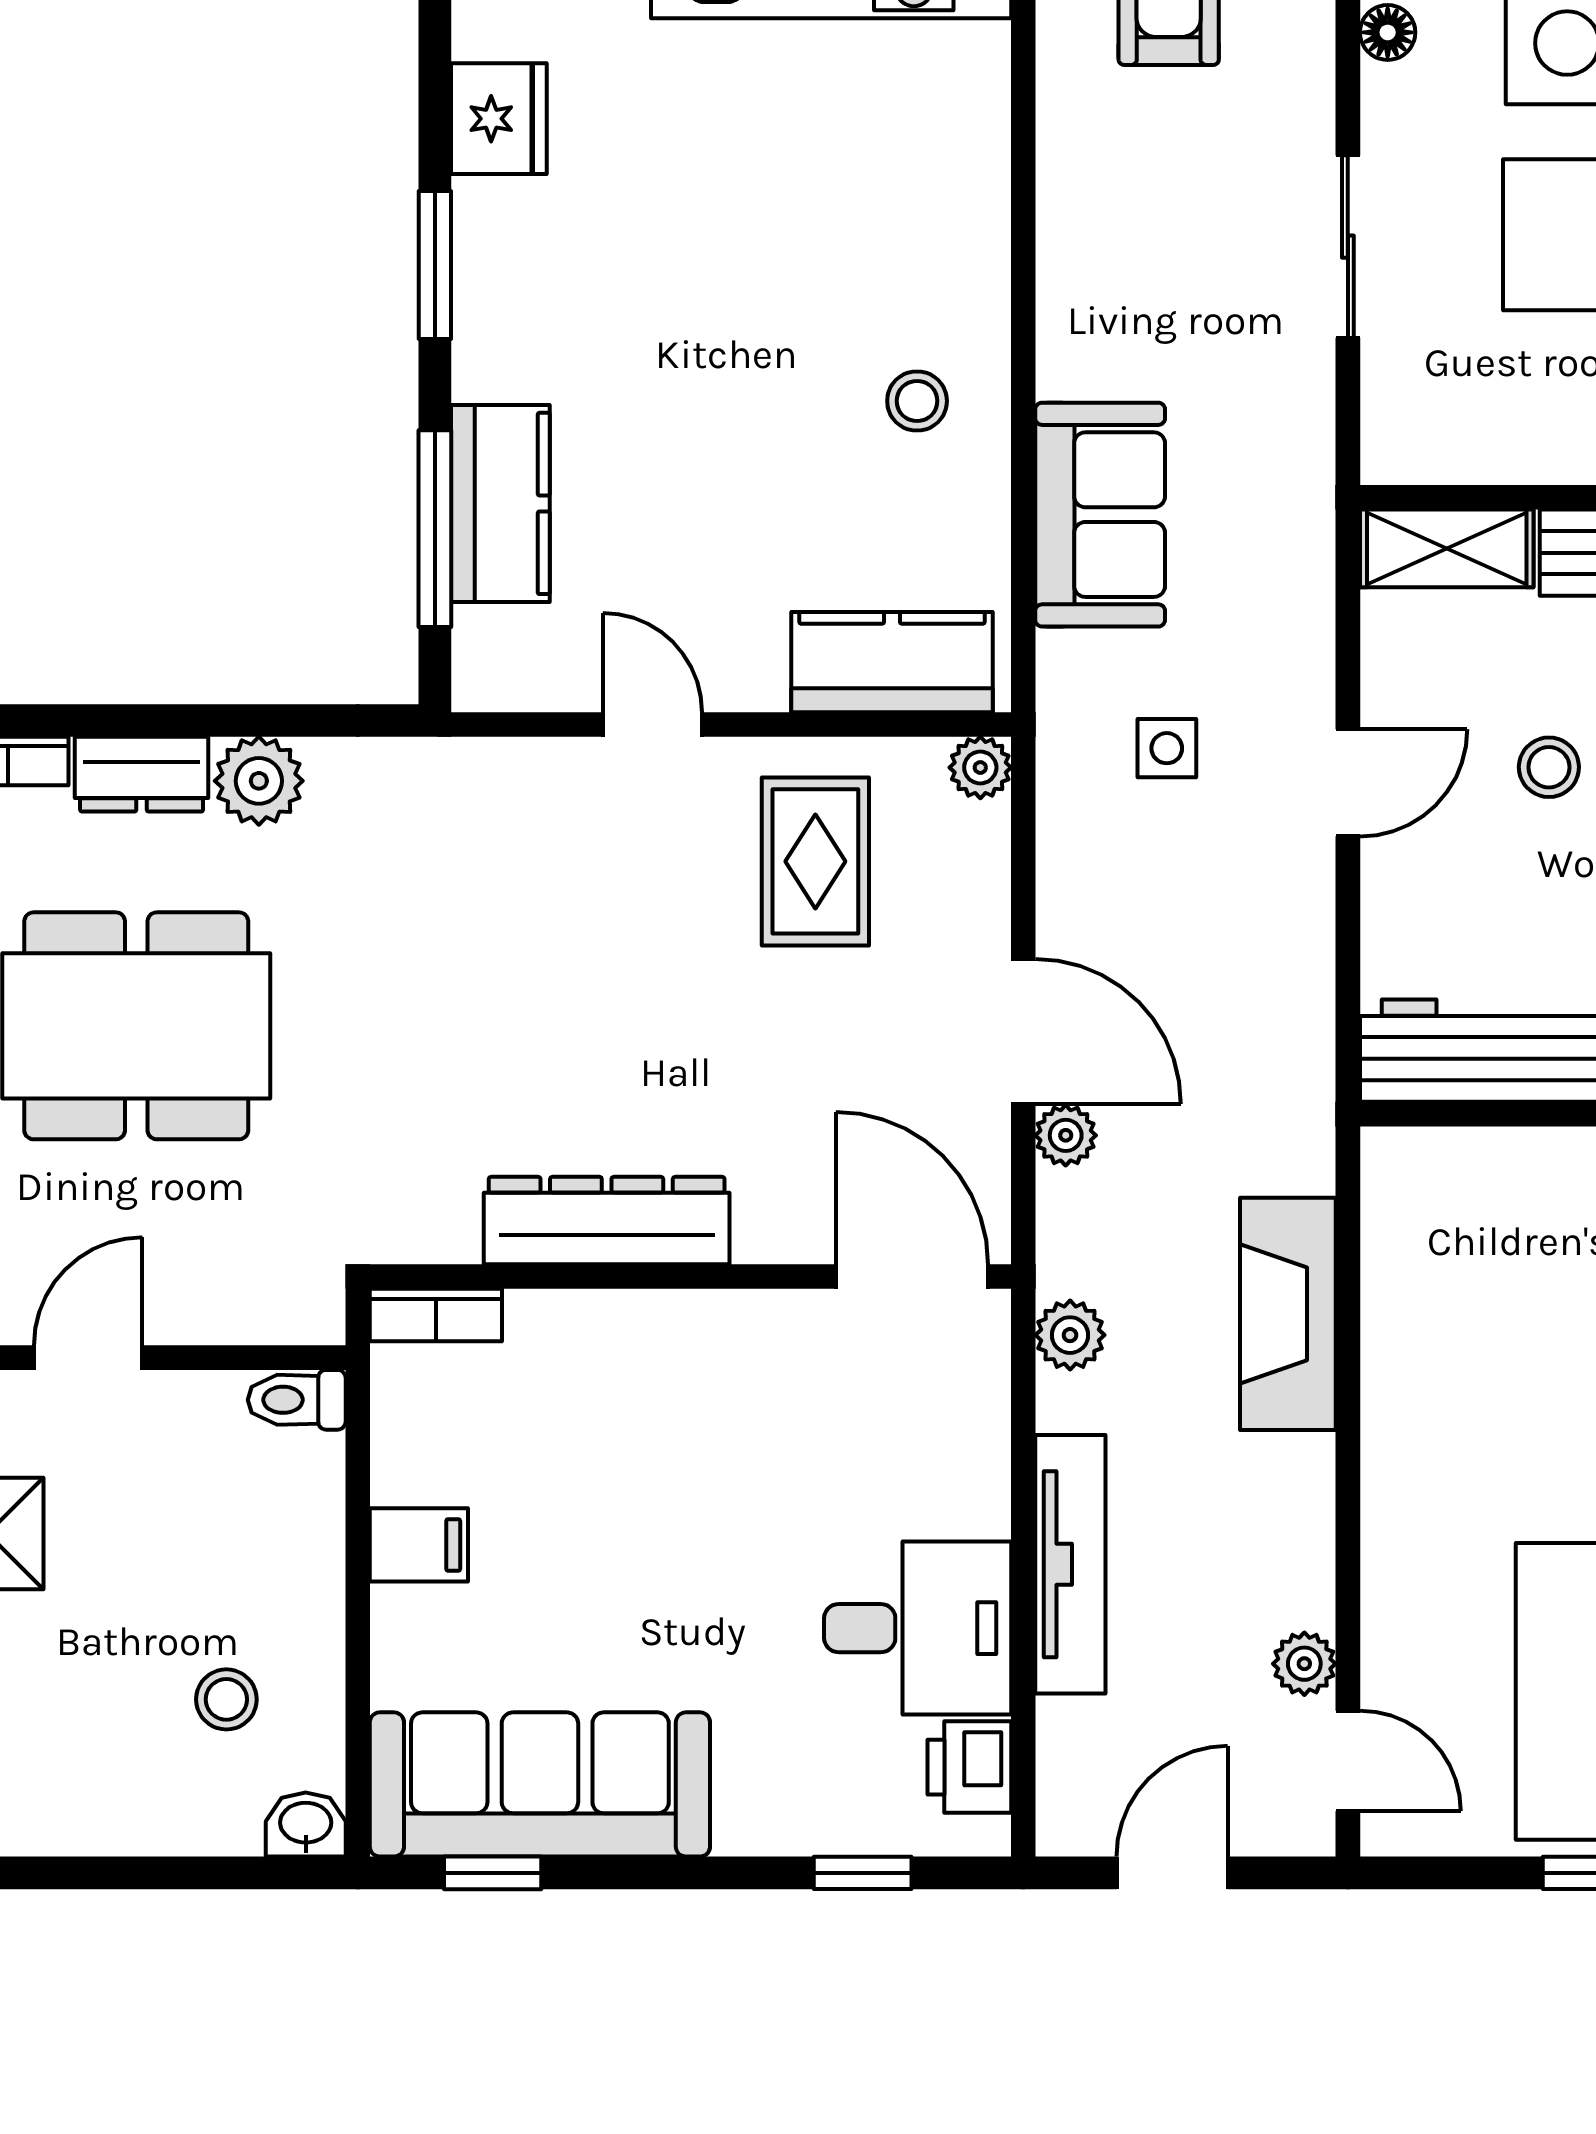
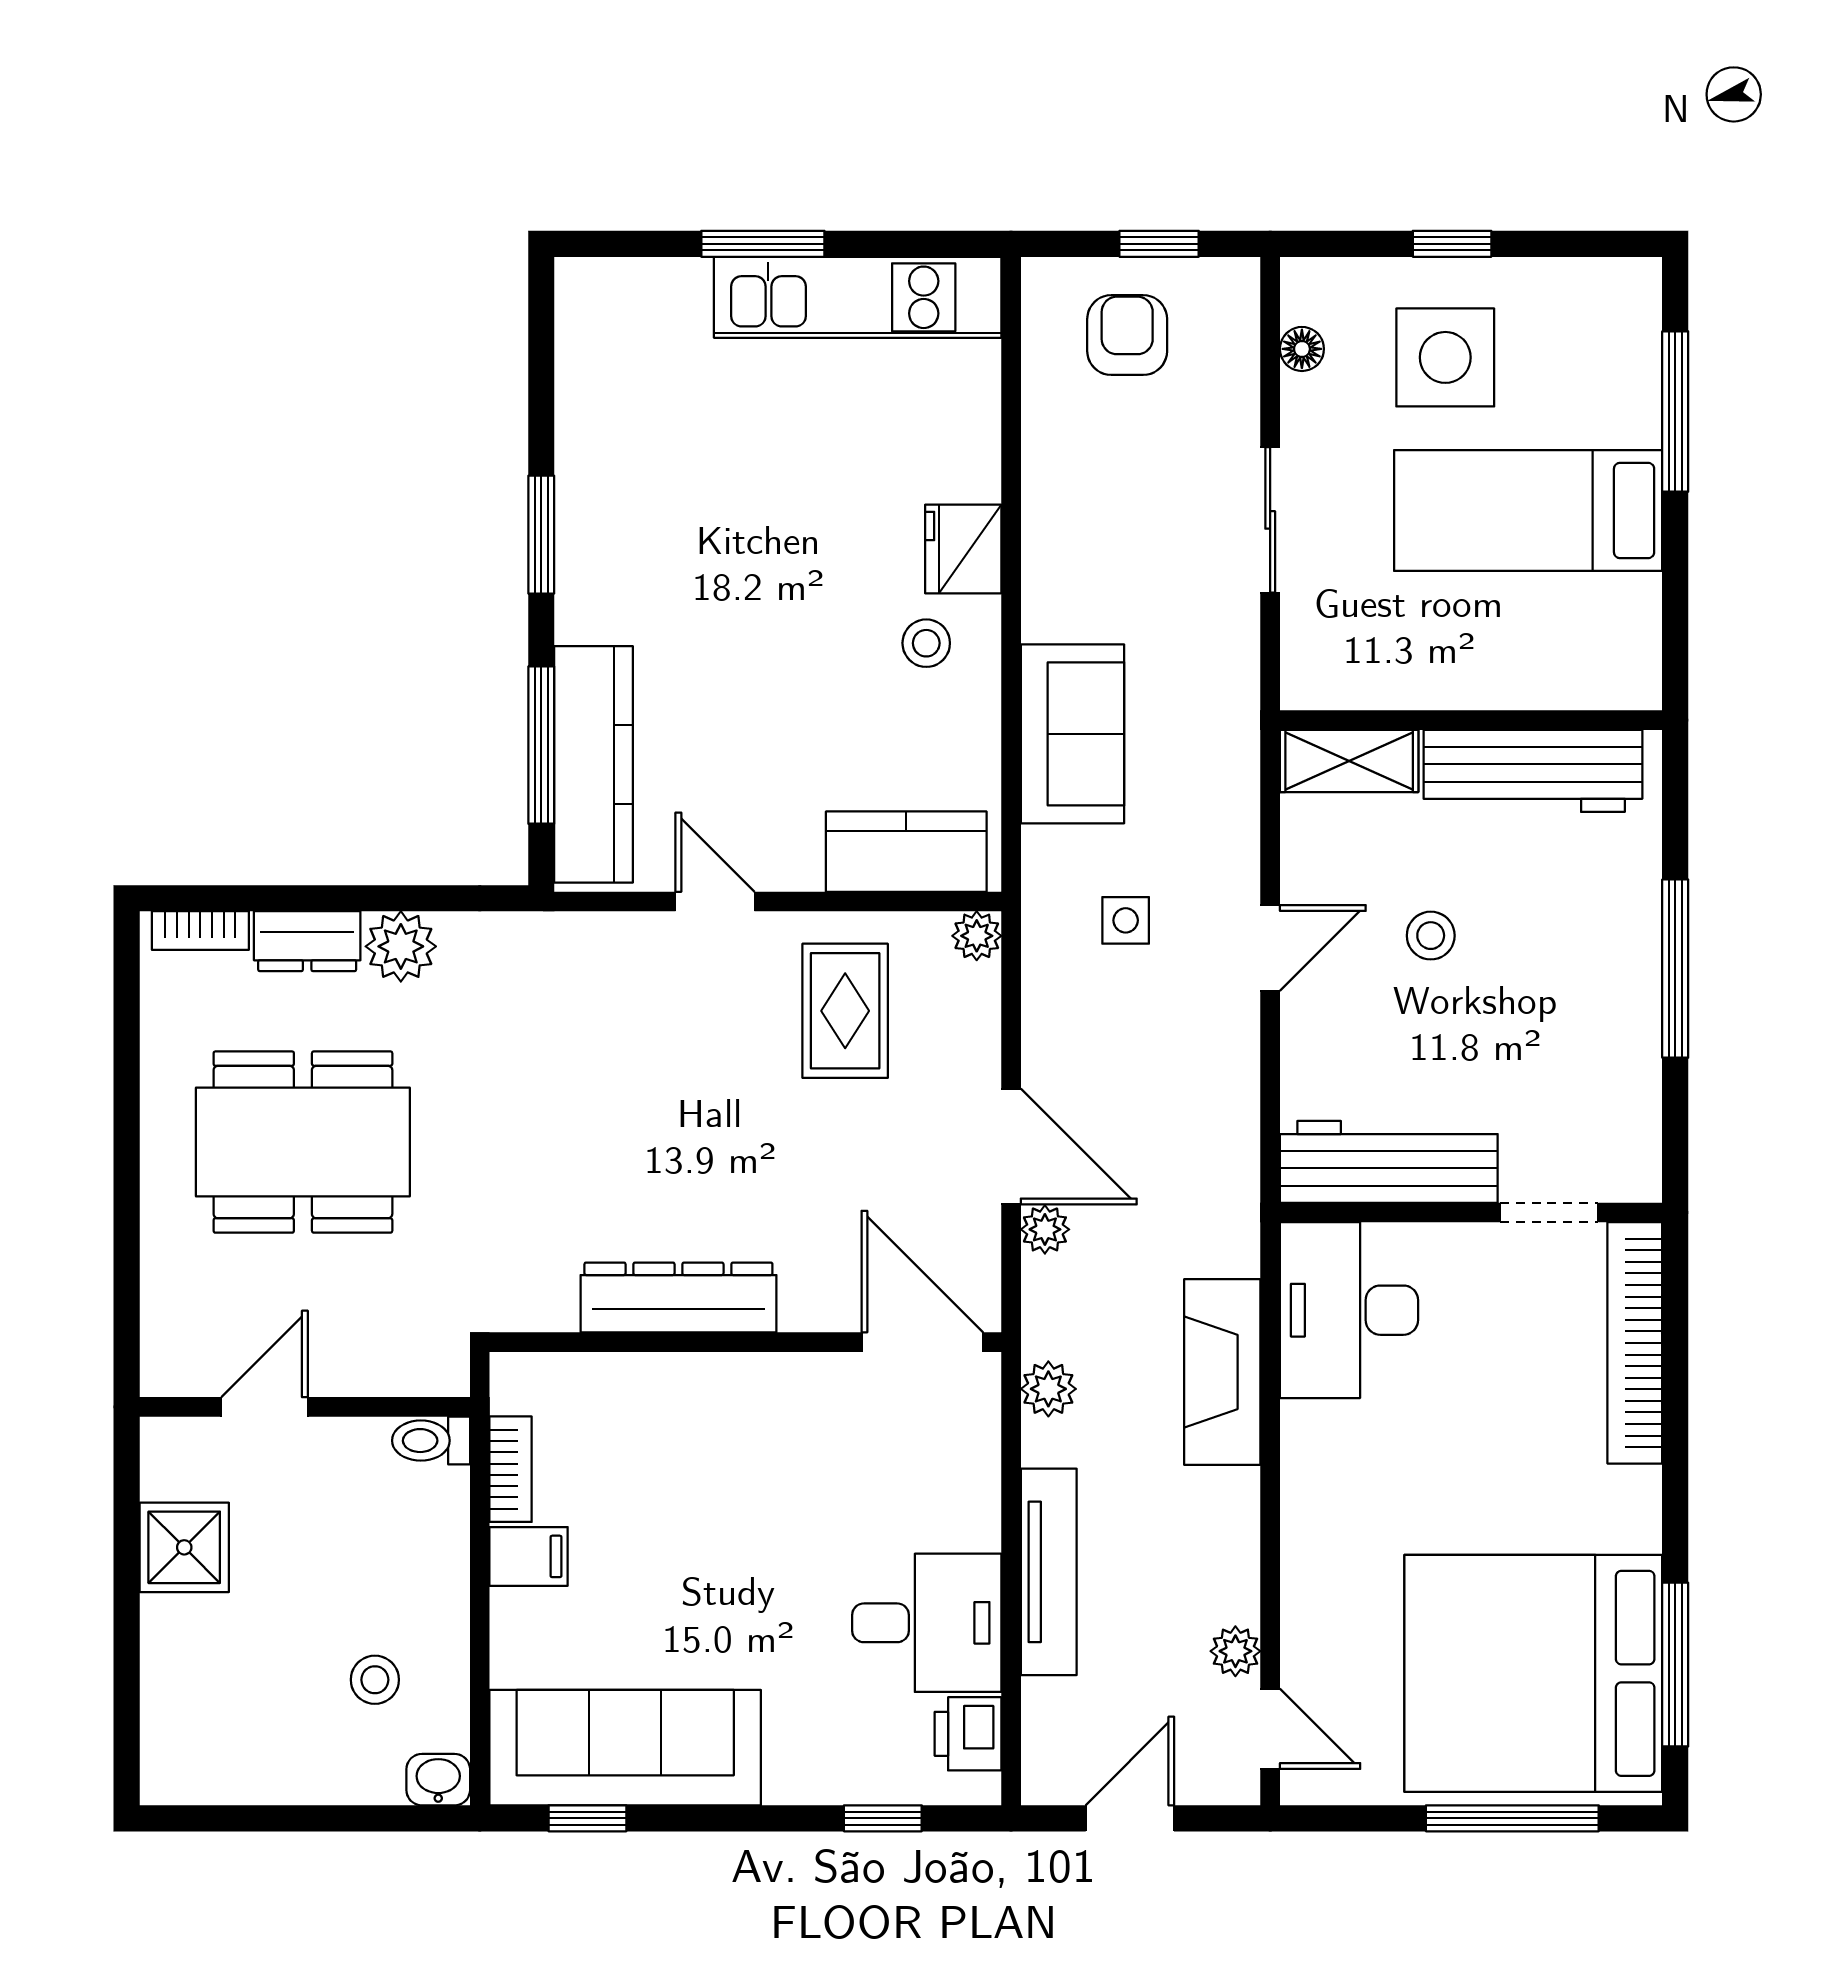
fridge: (499, 119) -> (963, 549), moved, turned 180
kitchen counter: (500, 503) -> (594, 764), width x1.50
desk: (1447, 1236) -> (1349, 1310), added
bookcase: (436, 1315) -> (511, 1469), moved, turned -90

